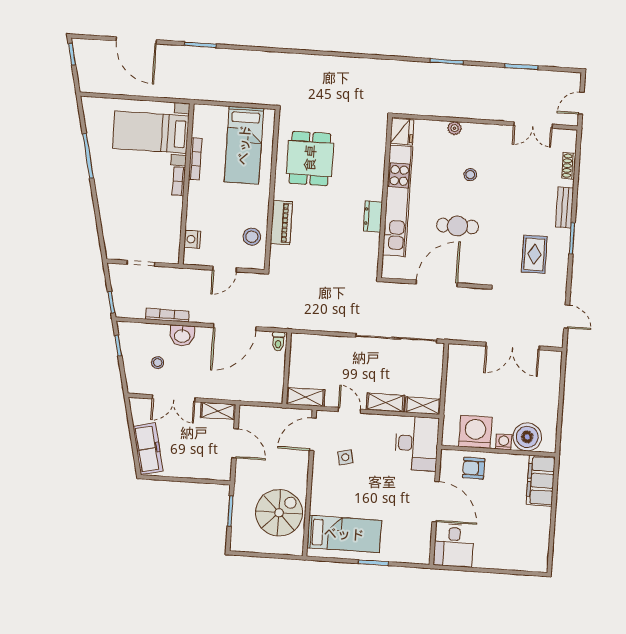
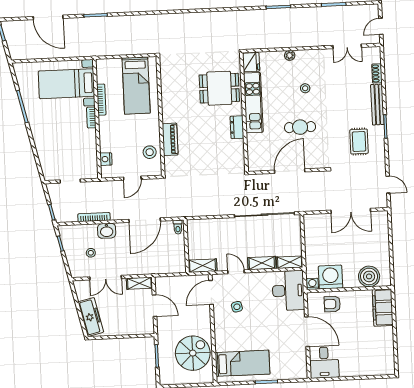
dining table: (310, 158) -> (219, 88), moved, turned 90
kitchen unit: (398, 201) -> (253, 103), width x0.73
bench: (565, 208) -> (377, 105), width x1.36
washing machine: (504, 442) -> (312, 284), moved

